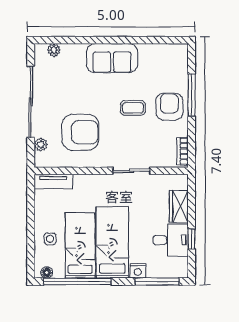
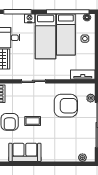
sofa: (112, 58) -> (25, 152), moved
armchair: (80, 132) -> (66, 106), turned 180

